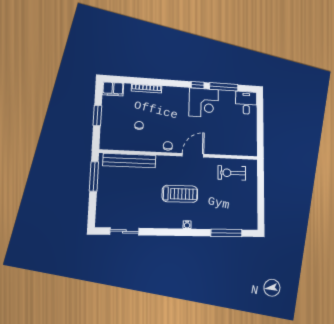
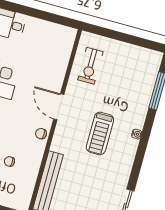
treadmill: (180, 194) -> (100, 133), turned 180

